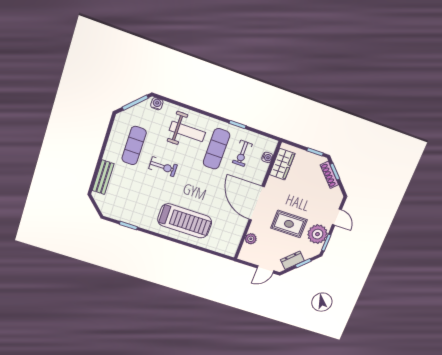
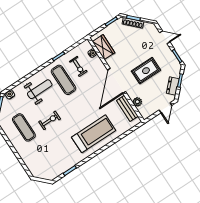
bench: (103, 177) -> (127, 108), moved
door: (257, 203) -> (117, 81), hinge flipped
plant: (317, 234) -> (167, 58), removed

